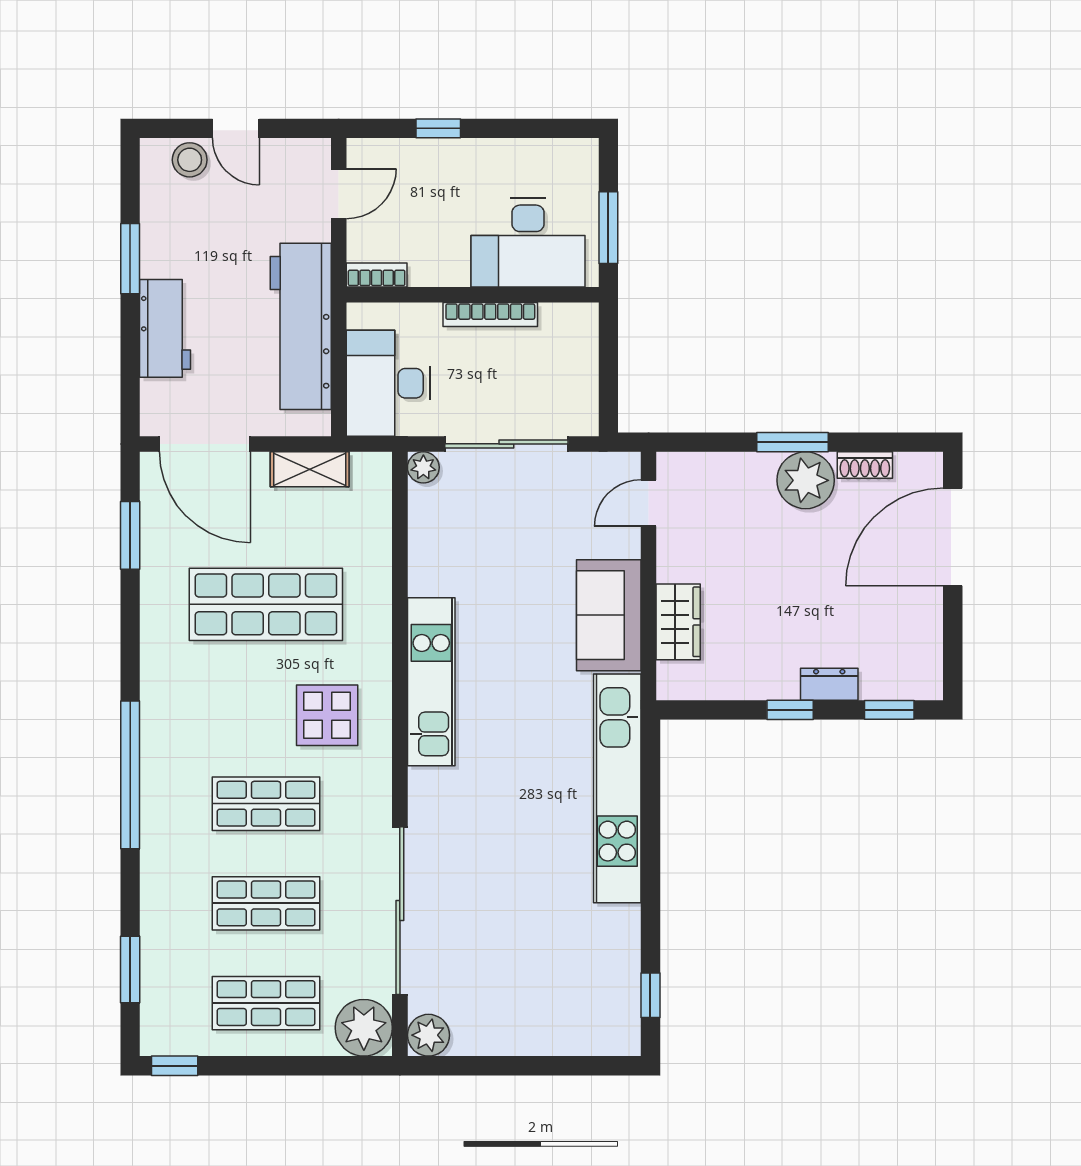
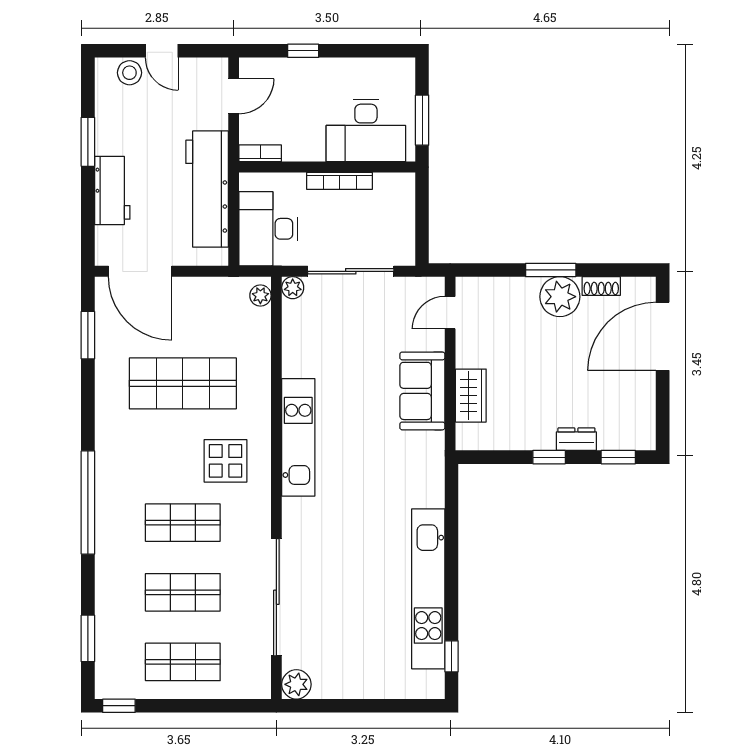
shelving: (310, 469) -> (213, 289), removed
kitchen unit: (617, 788) -> (428, 589), moved
plant: (364, 1028) -> (260, 296), moved, width x0.53, depth x0.53

